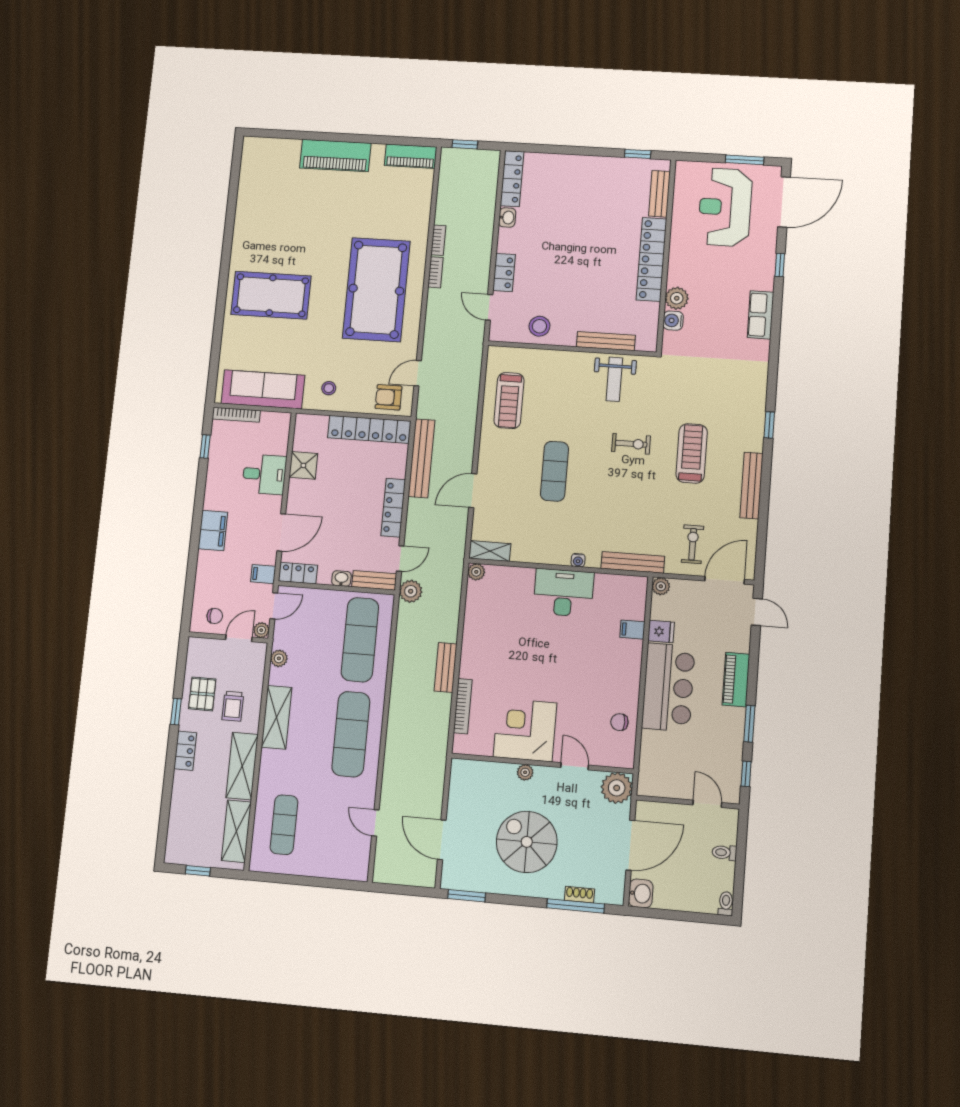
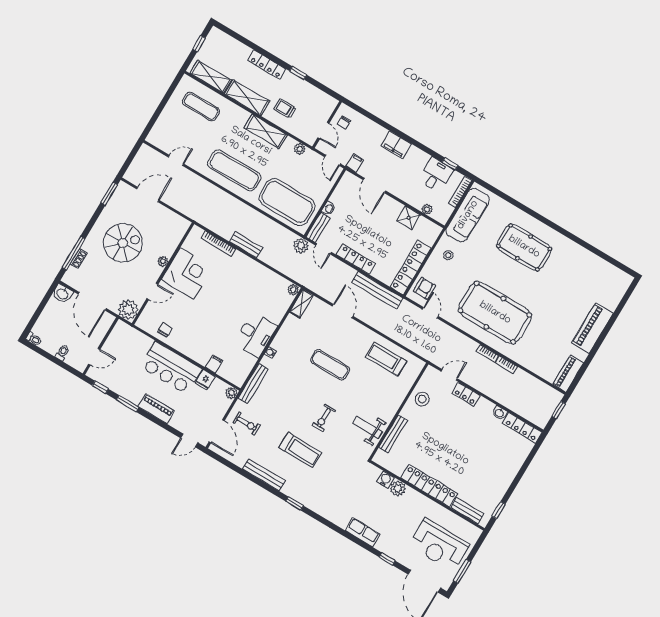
reception desk: (725, 207) -> (439, 545), turned 180
pool table: (271, 295) -> (524, 247), turned 90
desk: (264, 474) -> (436, 175), moved, turned 180
locker: (298, 573) -> (345, 184), removed
plant: (261, 630) -> (427, 209), moved
exercise mat: (360, 640) -> (287, 202), width x1.47
pallet: (202, 694) -> (301, 94), removed
locker: (185, 751) -> (267, 65), width x1.53

